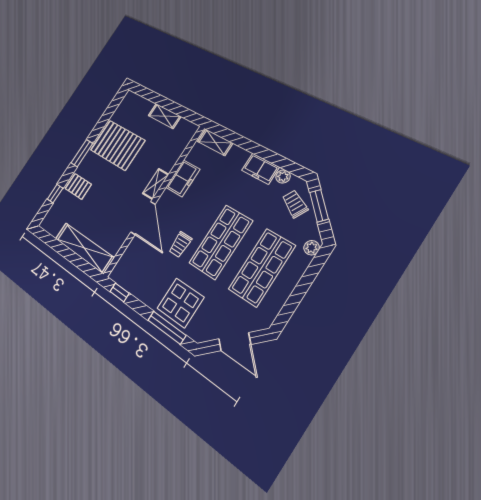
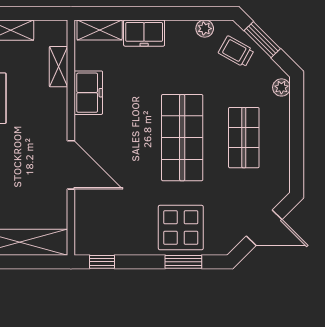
freezer: (260, 169) -> (144, 33), moved
shelving: (156, 184) -> (58, 67), moved
trolley: (180, 245) -> (138, 168), removed
shop shelf: (262, 267) -> (244, 138), width x0.70, depth x0.74
window: (167, 328) -> (183, 262), width x0.69

